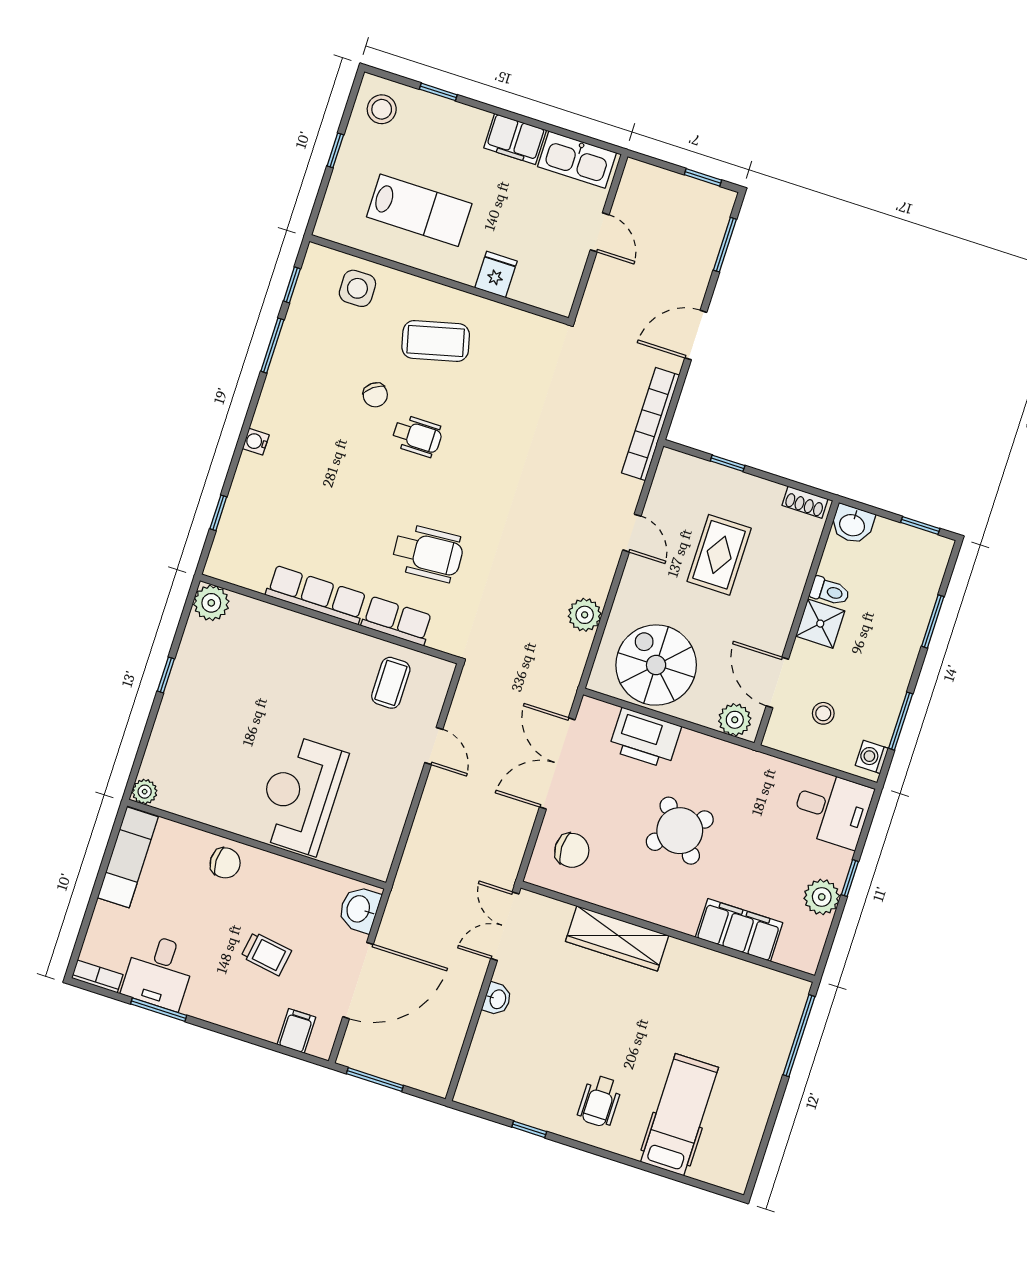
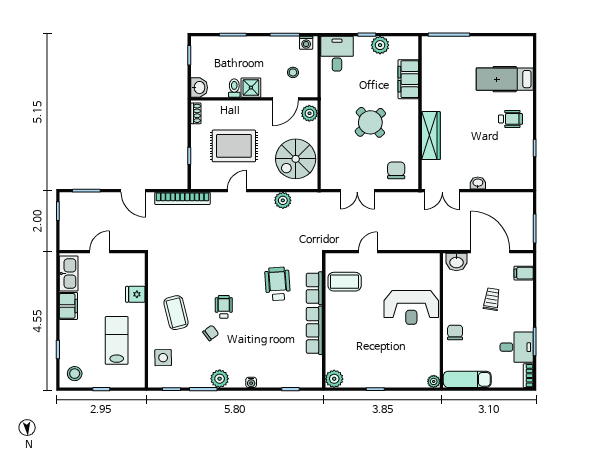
plant: (282, 384) -> (220, 379), added
rug: (719, 555) -> (234, 146), width x1.36, depth x1.43
coffee table: (391, 683) -> (345, 282), width x1.36, depth x1.30
printer: (645, 738) -> (332, 153), removed
double door: (557, 763) -> (357, 191), width x0.73

